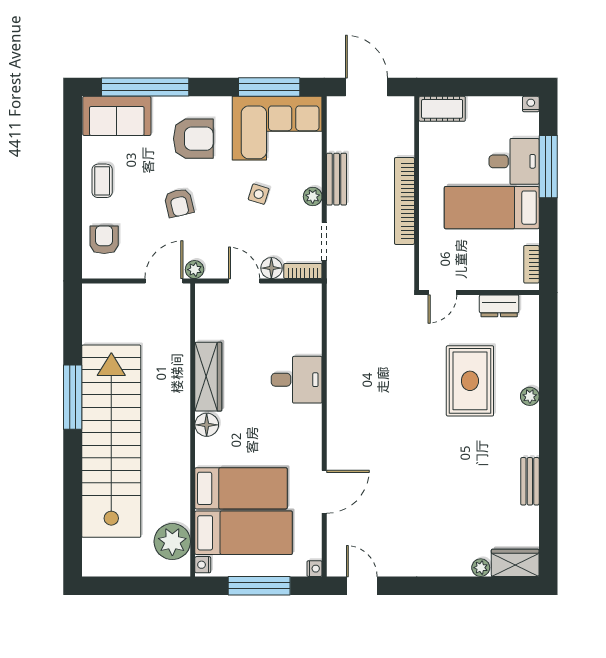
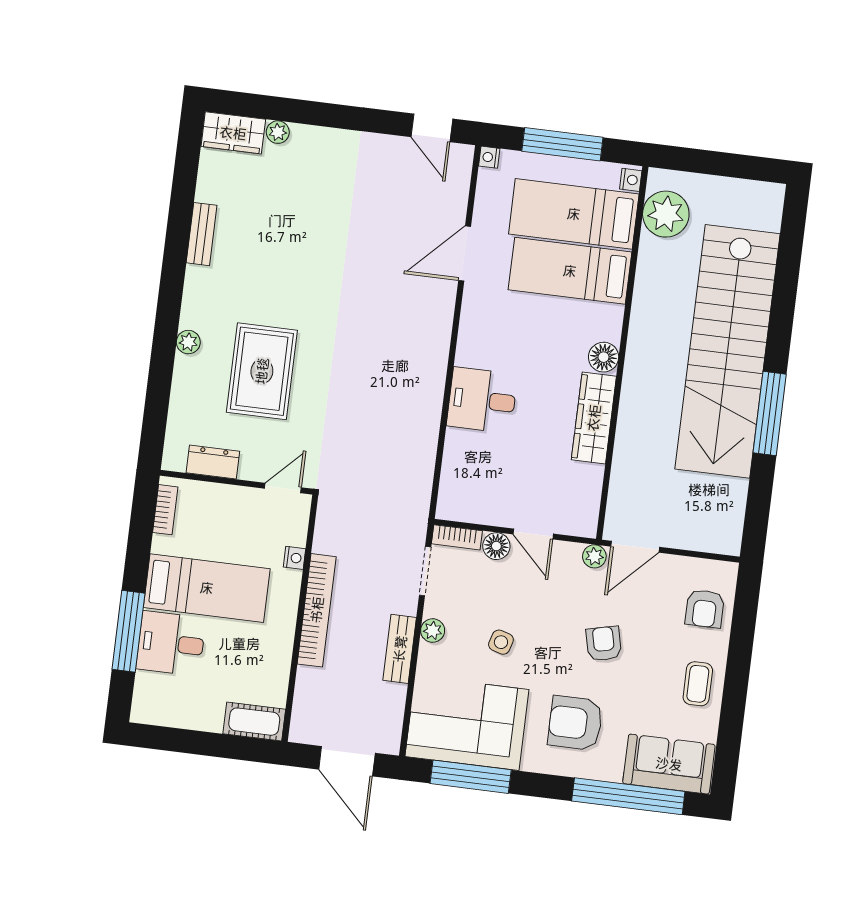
nightstand: (531, 104) -> (294, 558), moved, turned -90

